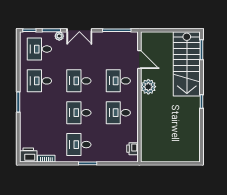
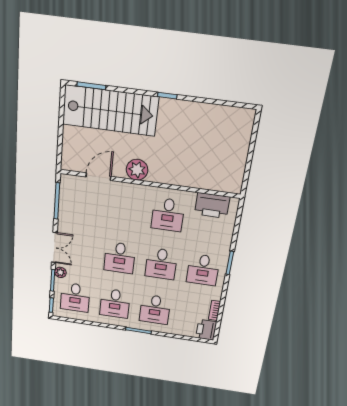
desk: (118, 81) -> (155, 309), moved
printer: (132, 149) -> (212, 205), width x1.87, depth x1.48

